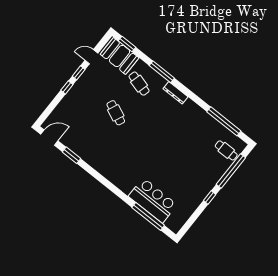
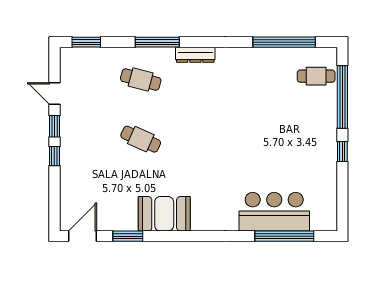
booth: (120, 56) -> (164, 214), moved
door: (91, 57) -> (54, 93), hinge flipped

